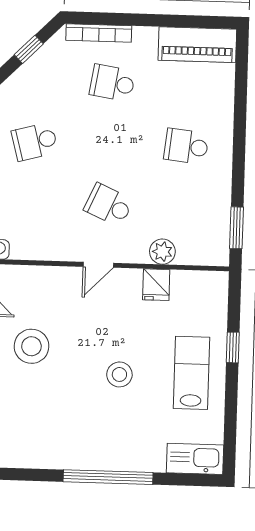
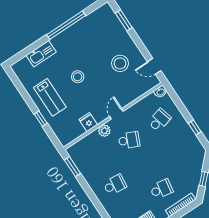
school desk: (35, 142) -> (159, 120), moved
plant: (162, 252) -> (104, 131), moved
kitchen sink: (195, 459) -> (41, 54), moved
window: (108, 477) -> (66, 25), moved

